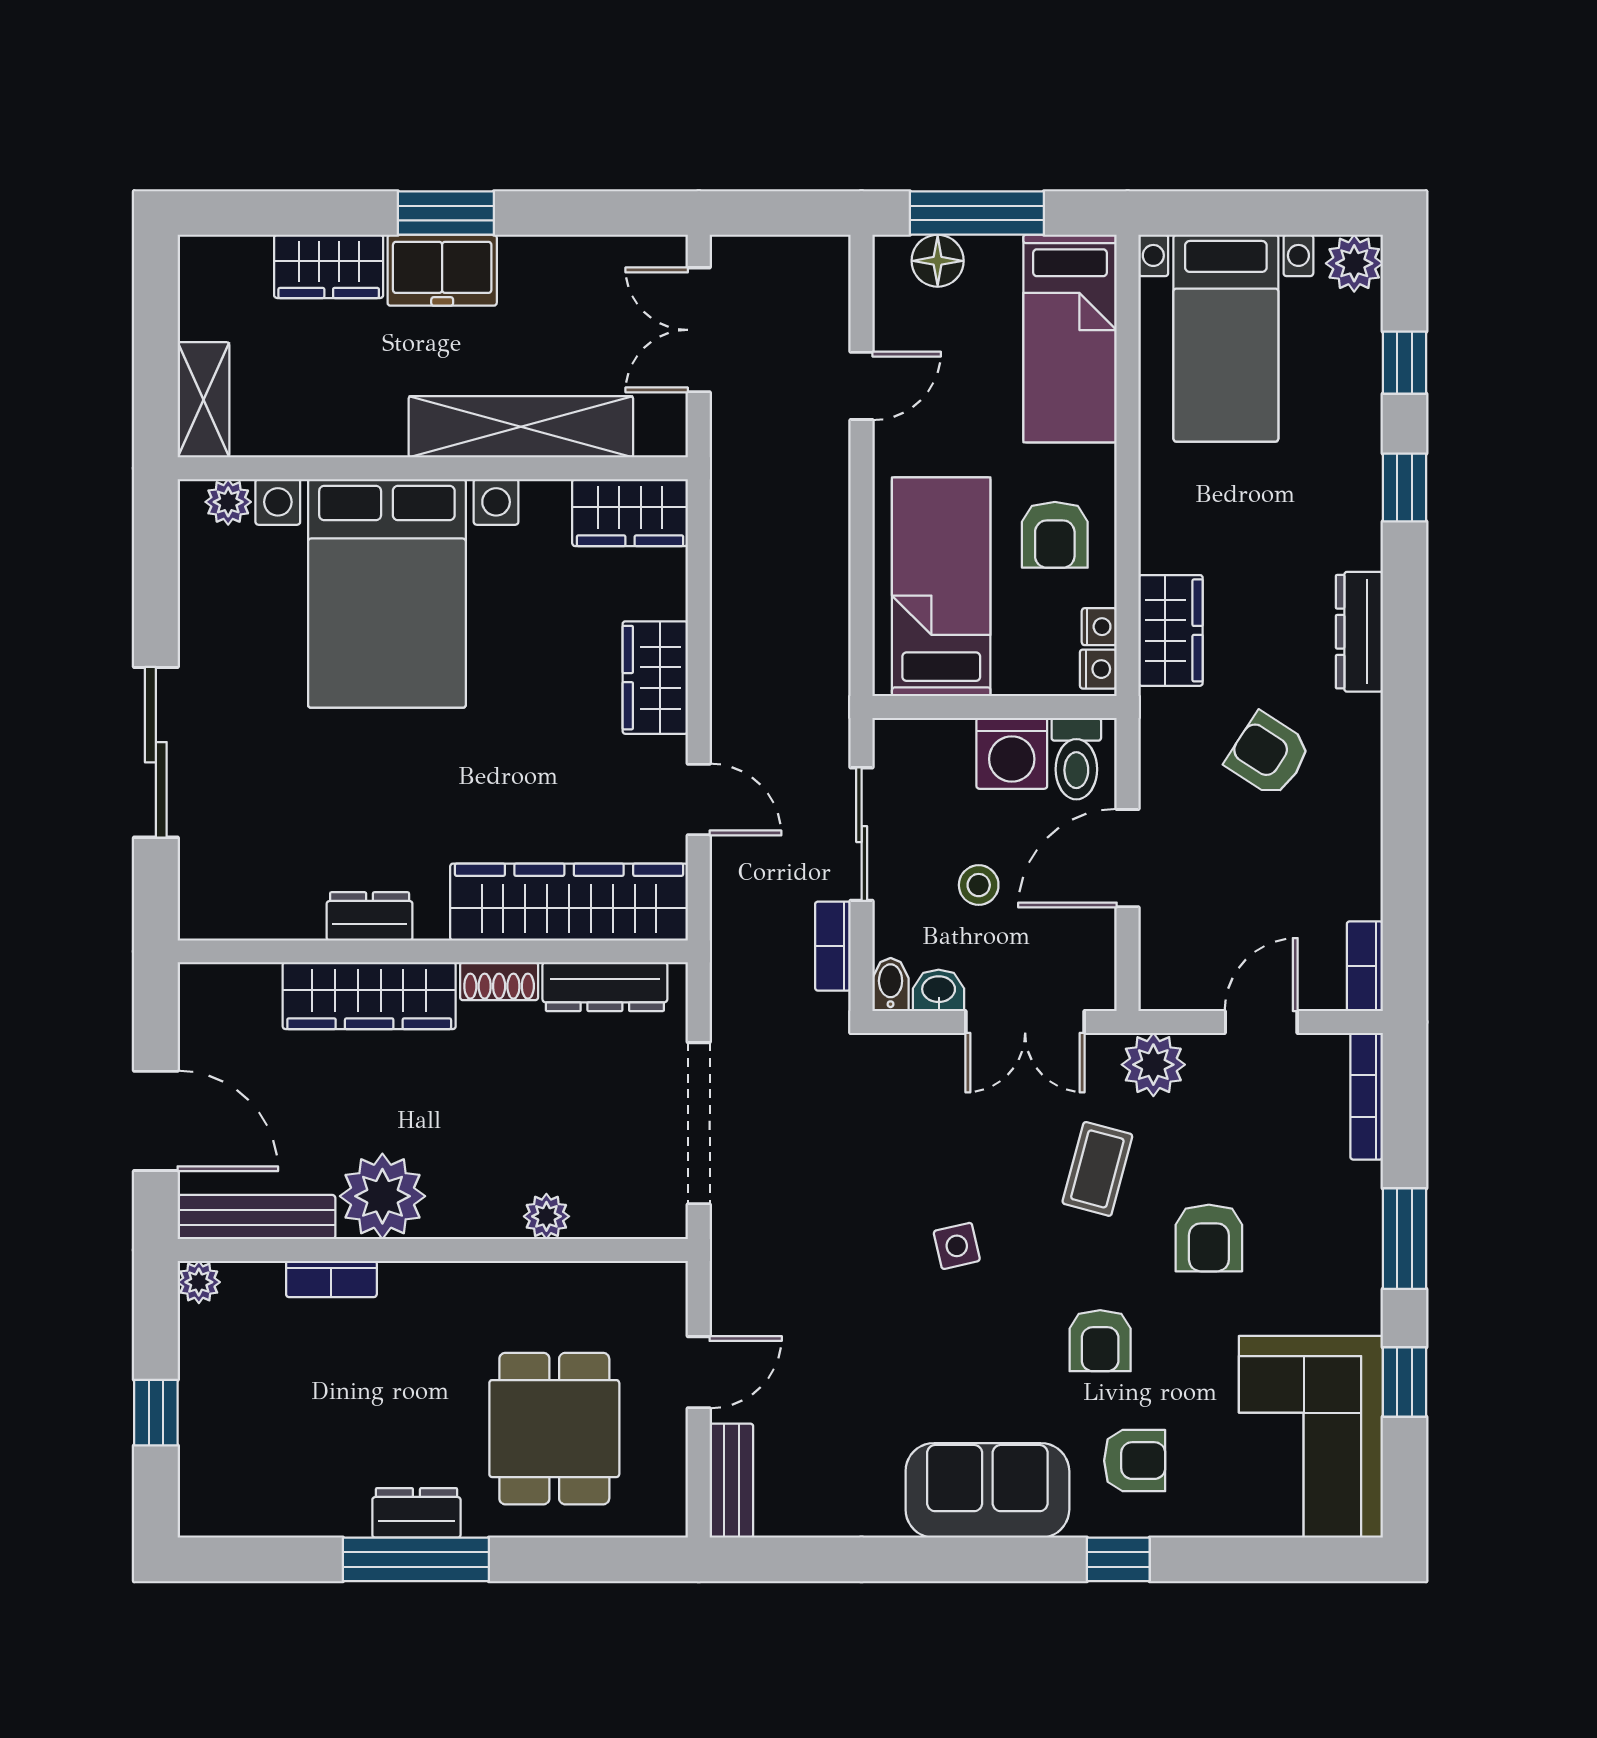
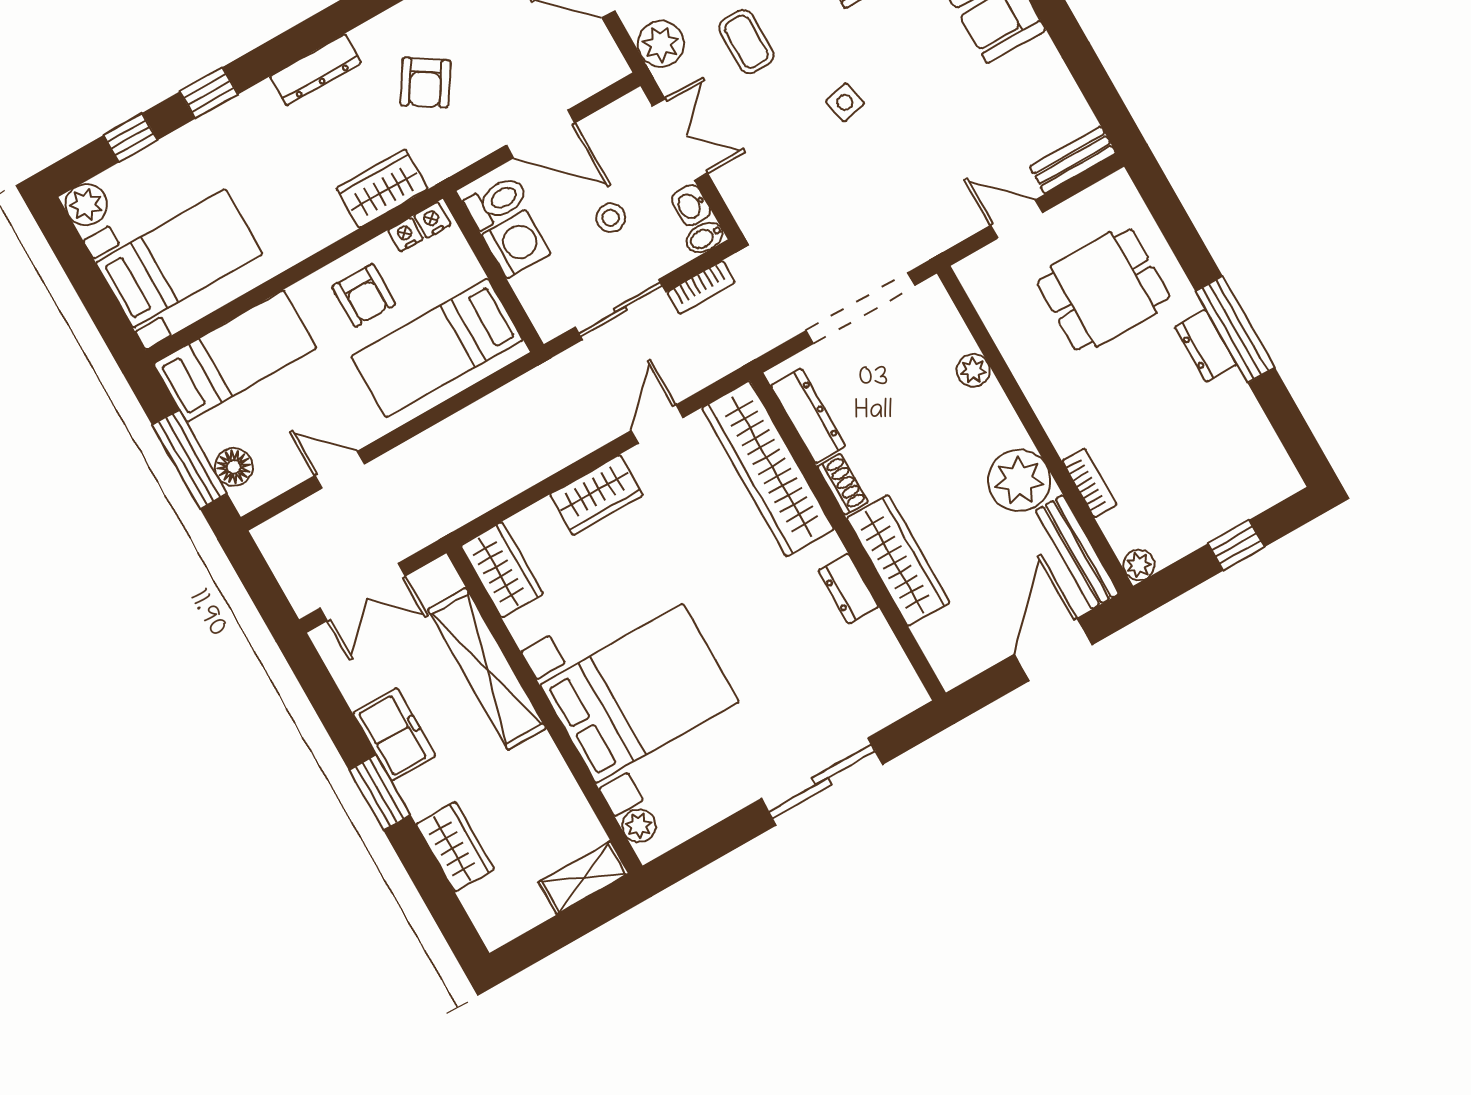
freezer: (442, 270) -> (394, 734), moved
armchair: (1055, 535) -> (364, 295), turned 90
coffee table: (1097, 1169) -> (746, 42), turned 75

